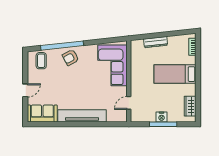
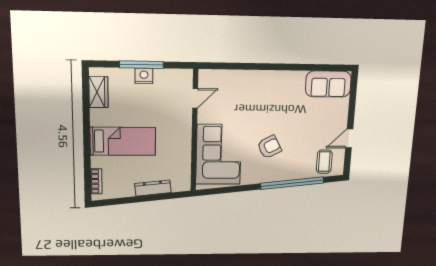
armchair: (71, 58) -> (269, 147), moved
door: (25, 90) -> (349, 138), moved
tv unit: (82, 116) -> (268, 79), removed

